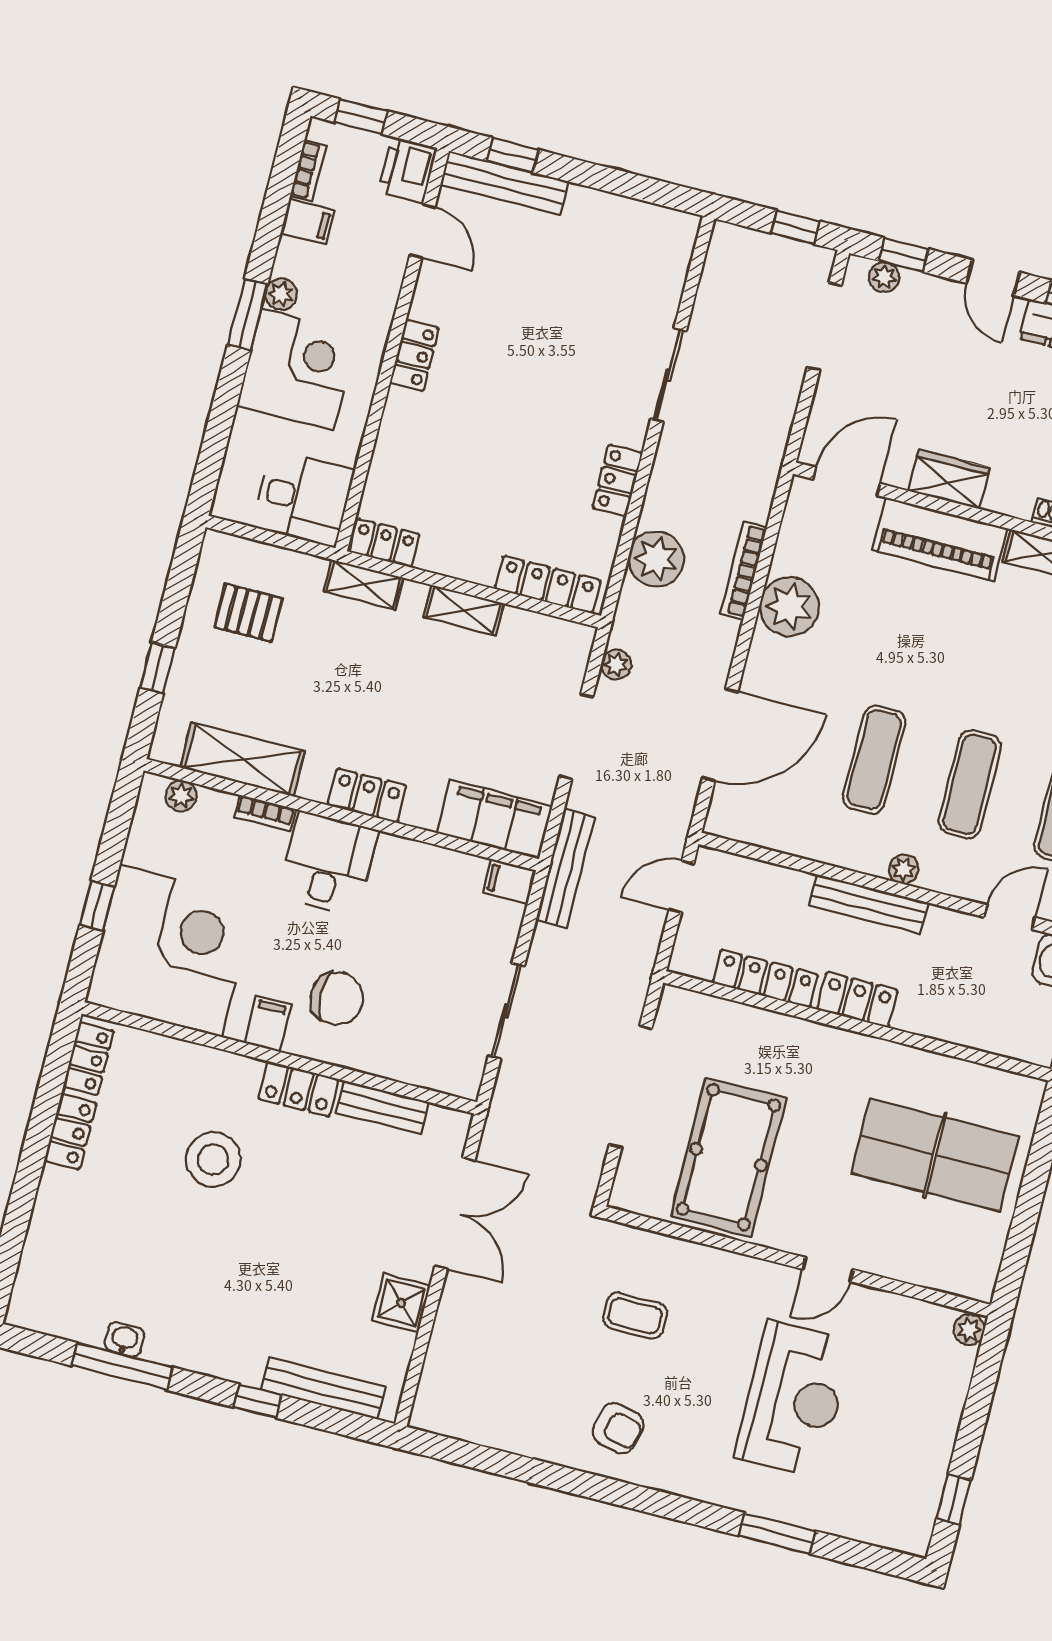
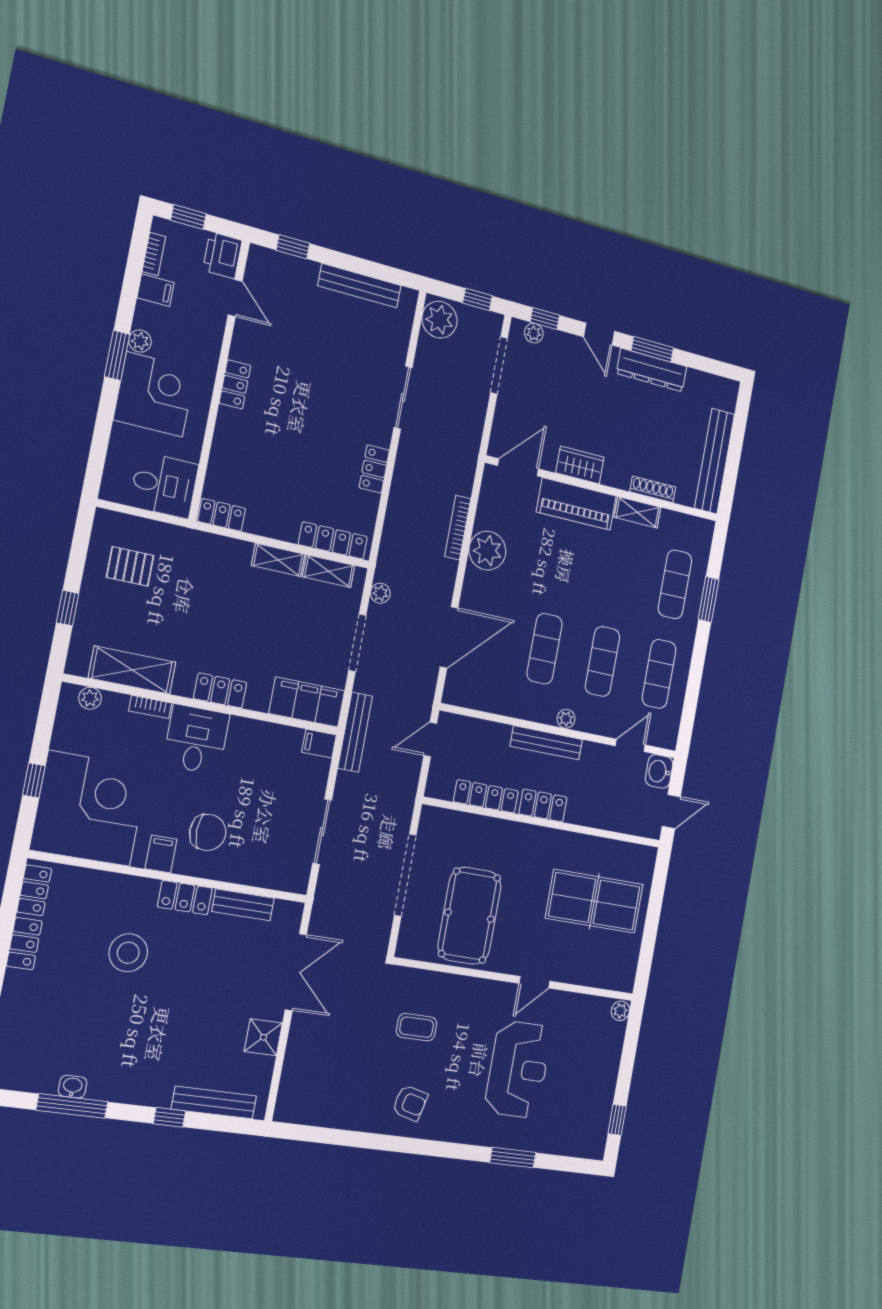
bench: (504, 183) -> (360, 286), moved
plant: (656, 559) -> (440, 320), moved
shelving: (364, 585) -> (329, 571), moved

